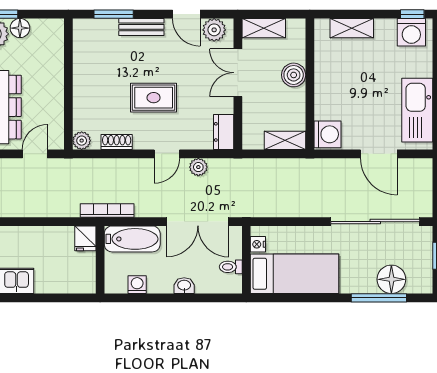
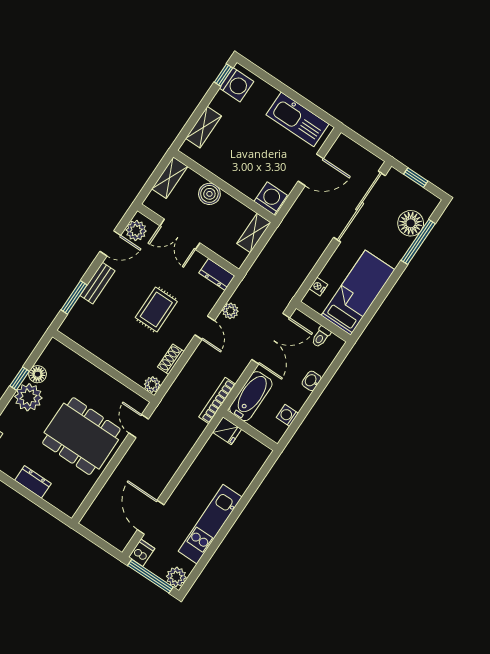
shelving: (264, 28) -> (170, 178), moved
nightstand: (258, 244) -> (318, 287), moved, turned 90

